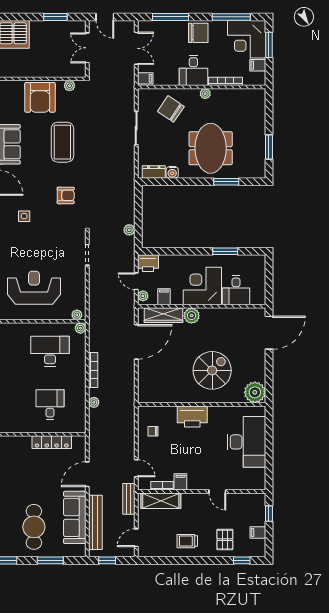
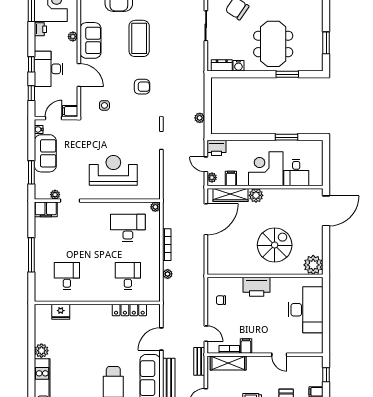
plant: (77, 315) -> (152, 195), removed

